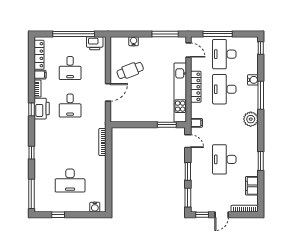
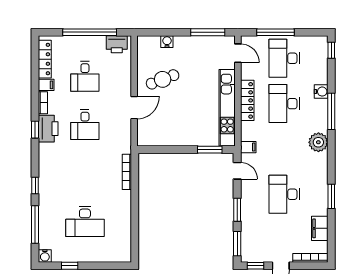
window: (31, 194) -> (35, 224), moved
water cooler: (95, 207) -> (45, 256), moved

